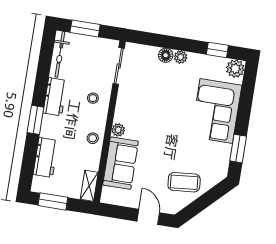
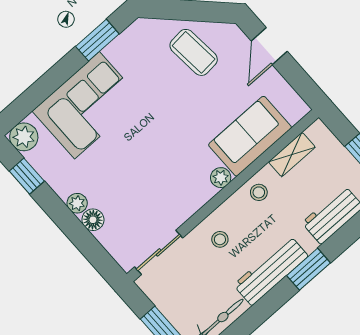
workbench: (55, 97) -> (271, 271), width x1.37
shelving: (89, 186) -> (292, 155), moved

